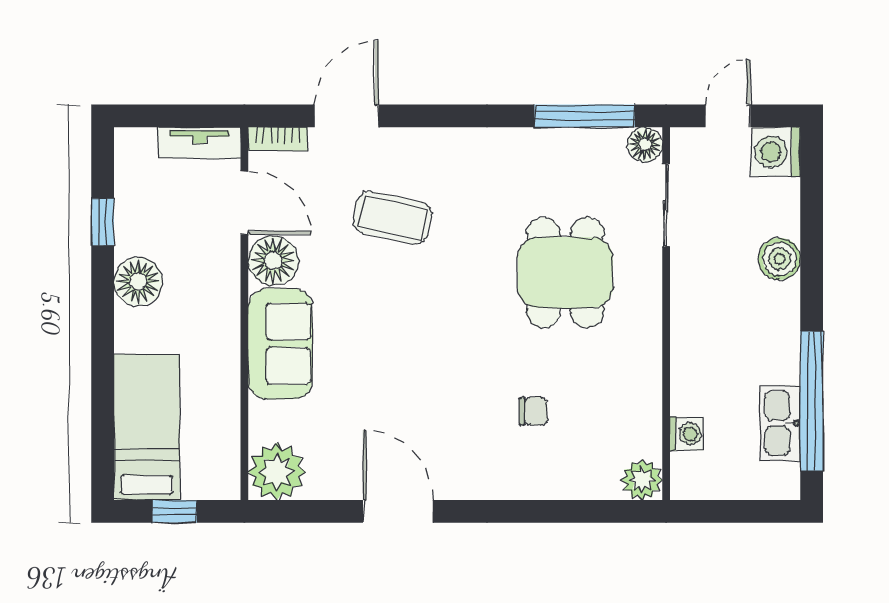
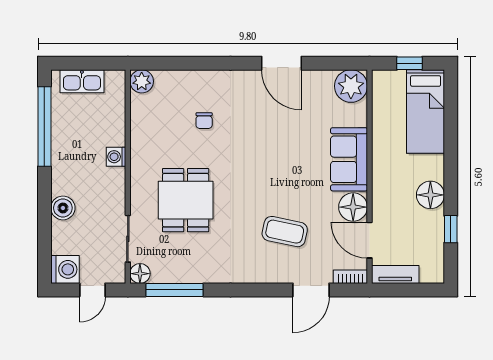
chair: (533, 411) -> (204, 121), turned -90
kitchen sink: (780, 423) -> (82, 81), moved, turned 90
washing machine: (687, 434) -> (116, 157), moved

